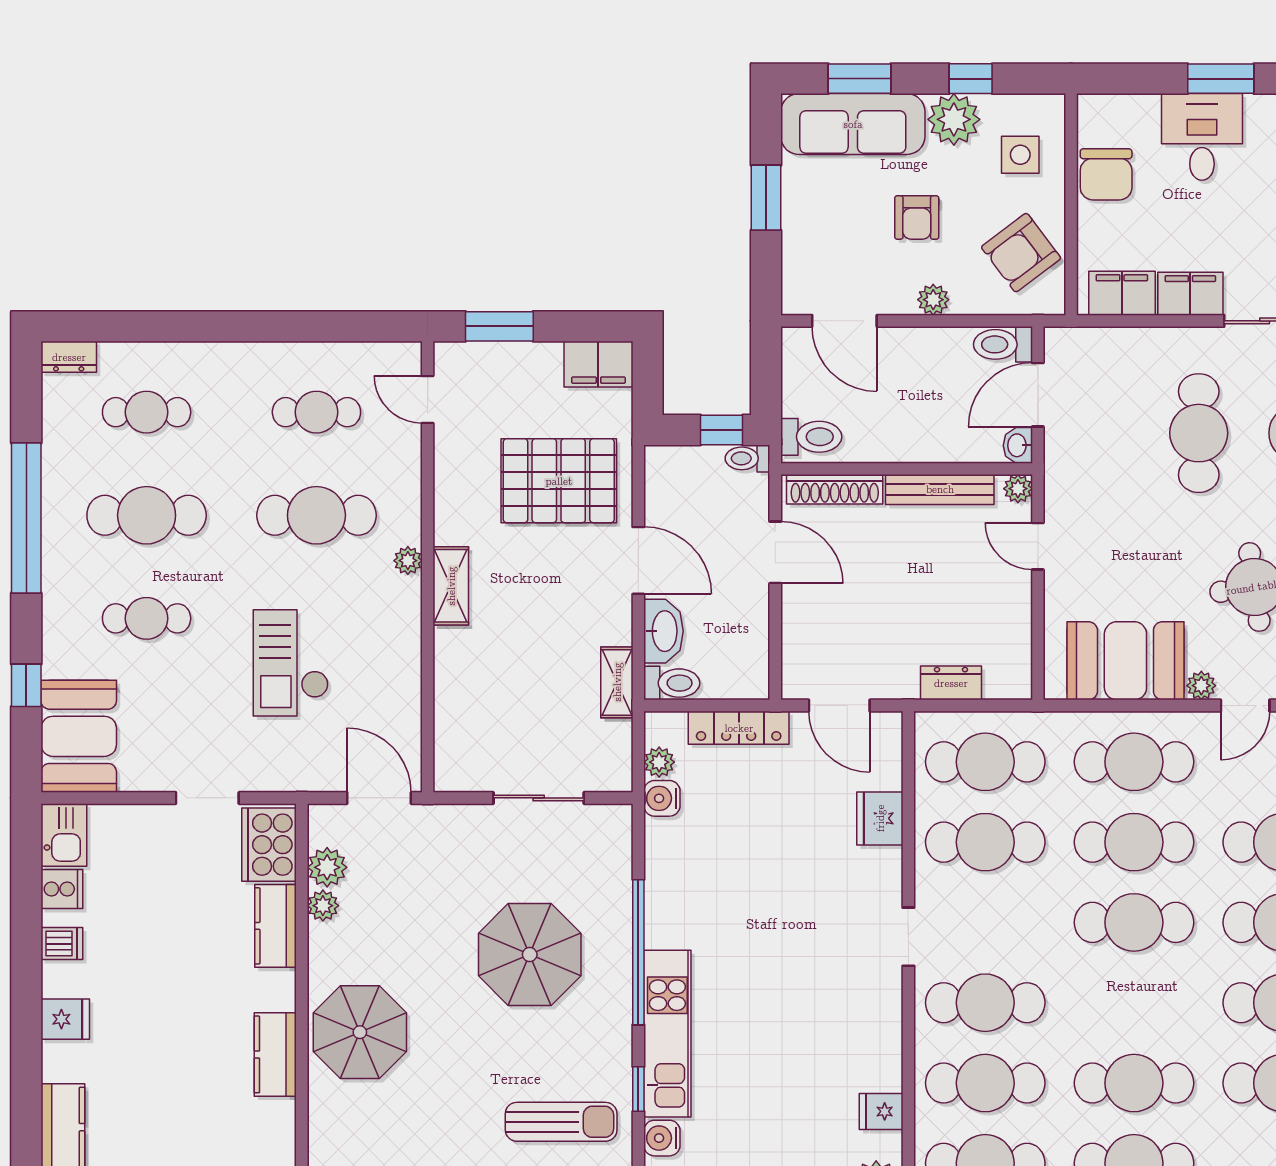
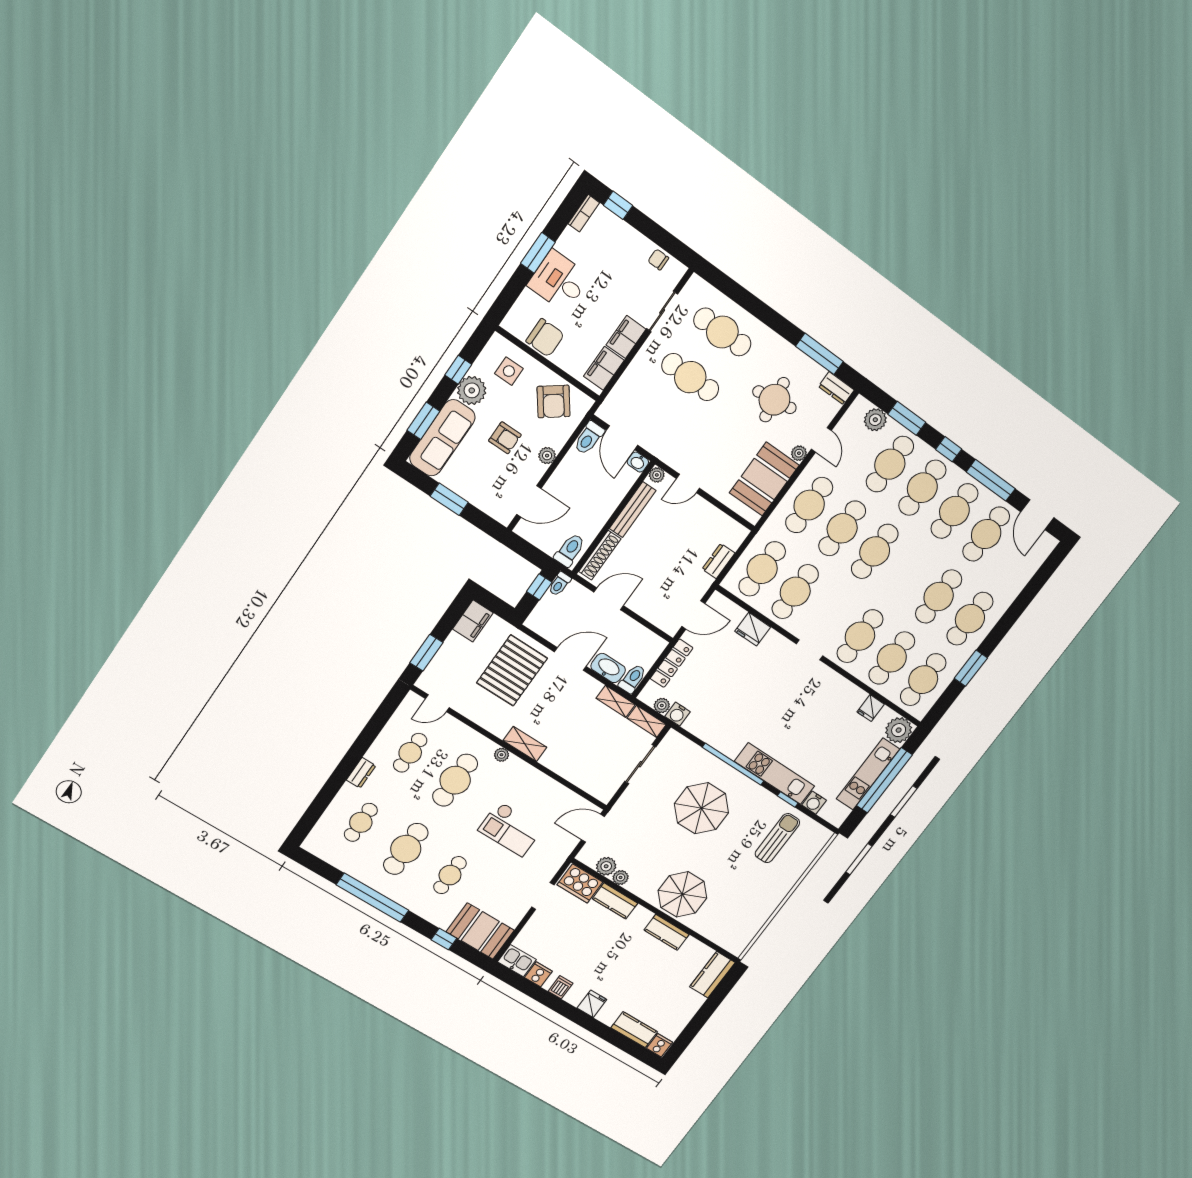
dresser: (69, 357) -> (361, 773), moved
shelving: (617, 757) -> (647, 721), added

